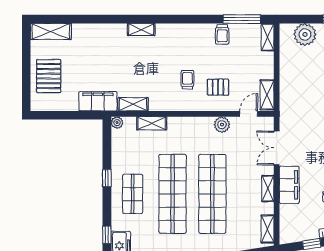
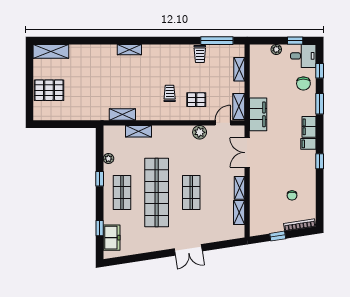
plant: (305, 34) -> (276, 49), width x0.53, depth x0.53
shelving: (268, 37) -> (239, 69), moved
pallet: (49, 76) -> (49, 90), turned 90
filing cabinet: (98, 101) -> (92, 112), removed
plant: (117, 123) -> (108, 159), moved
filing cabinet: (289, 185) -> (258, 114), moved
shop shelf: (212, 194) -> (191, 193), width x0.50, depth x0.74
shelving: (267, 229) -> (239, 212), moved

